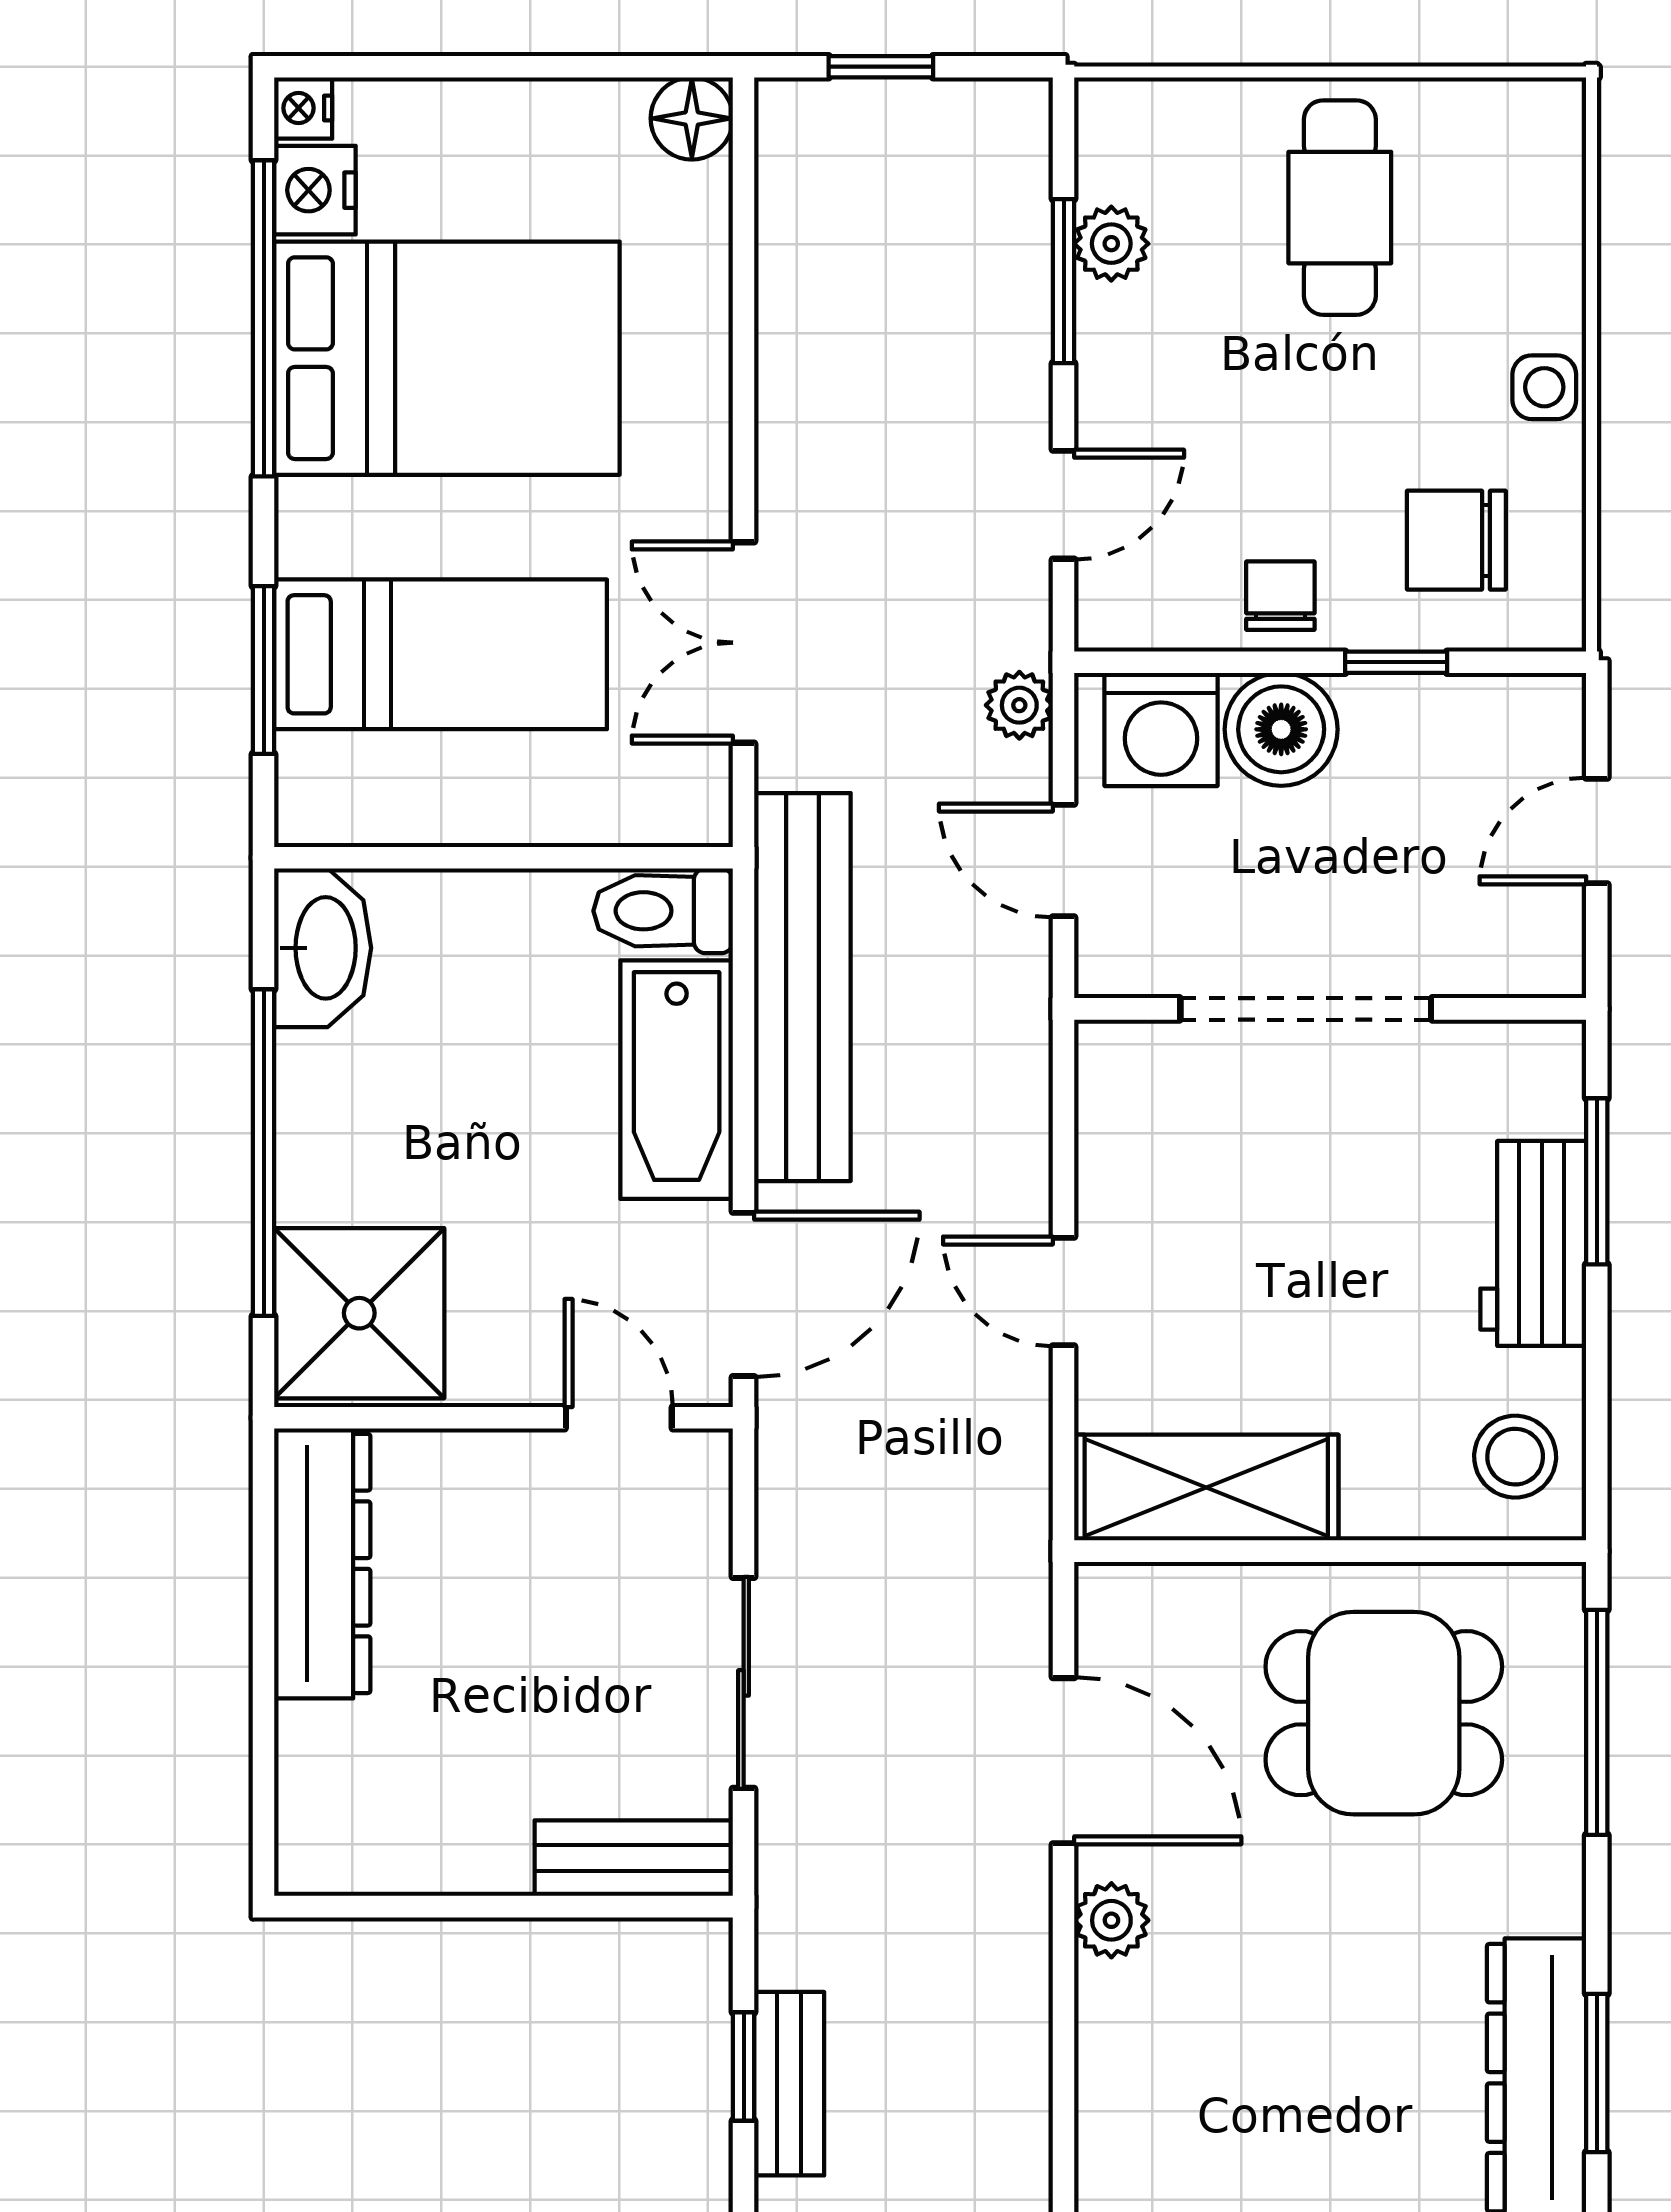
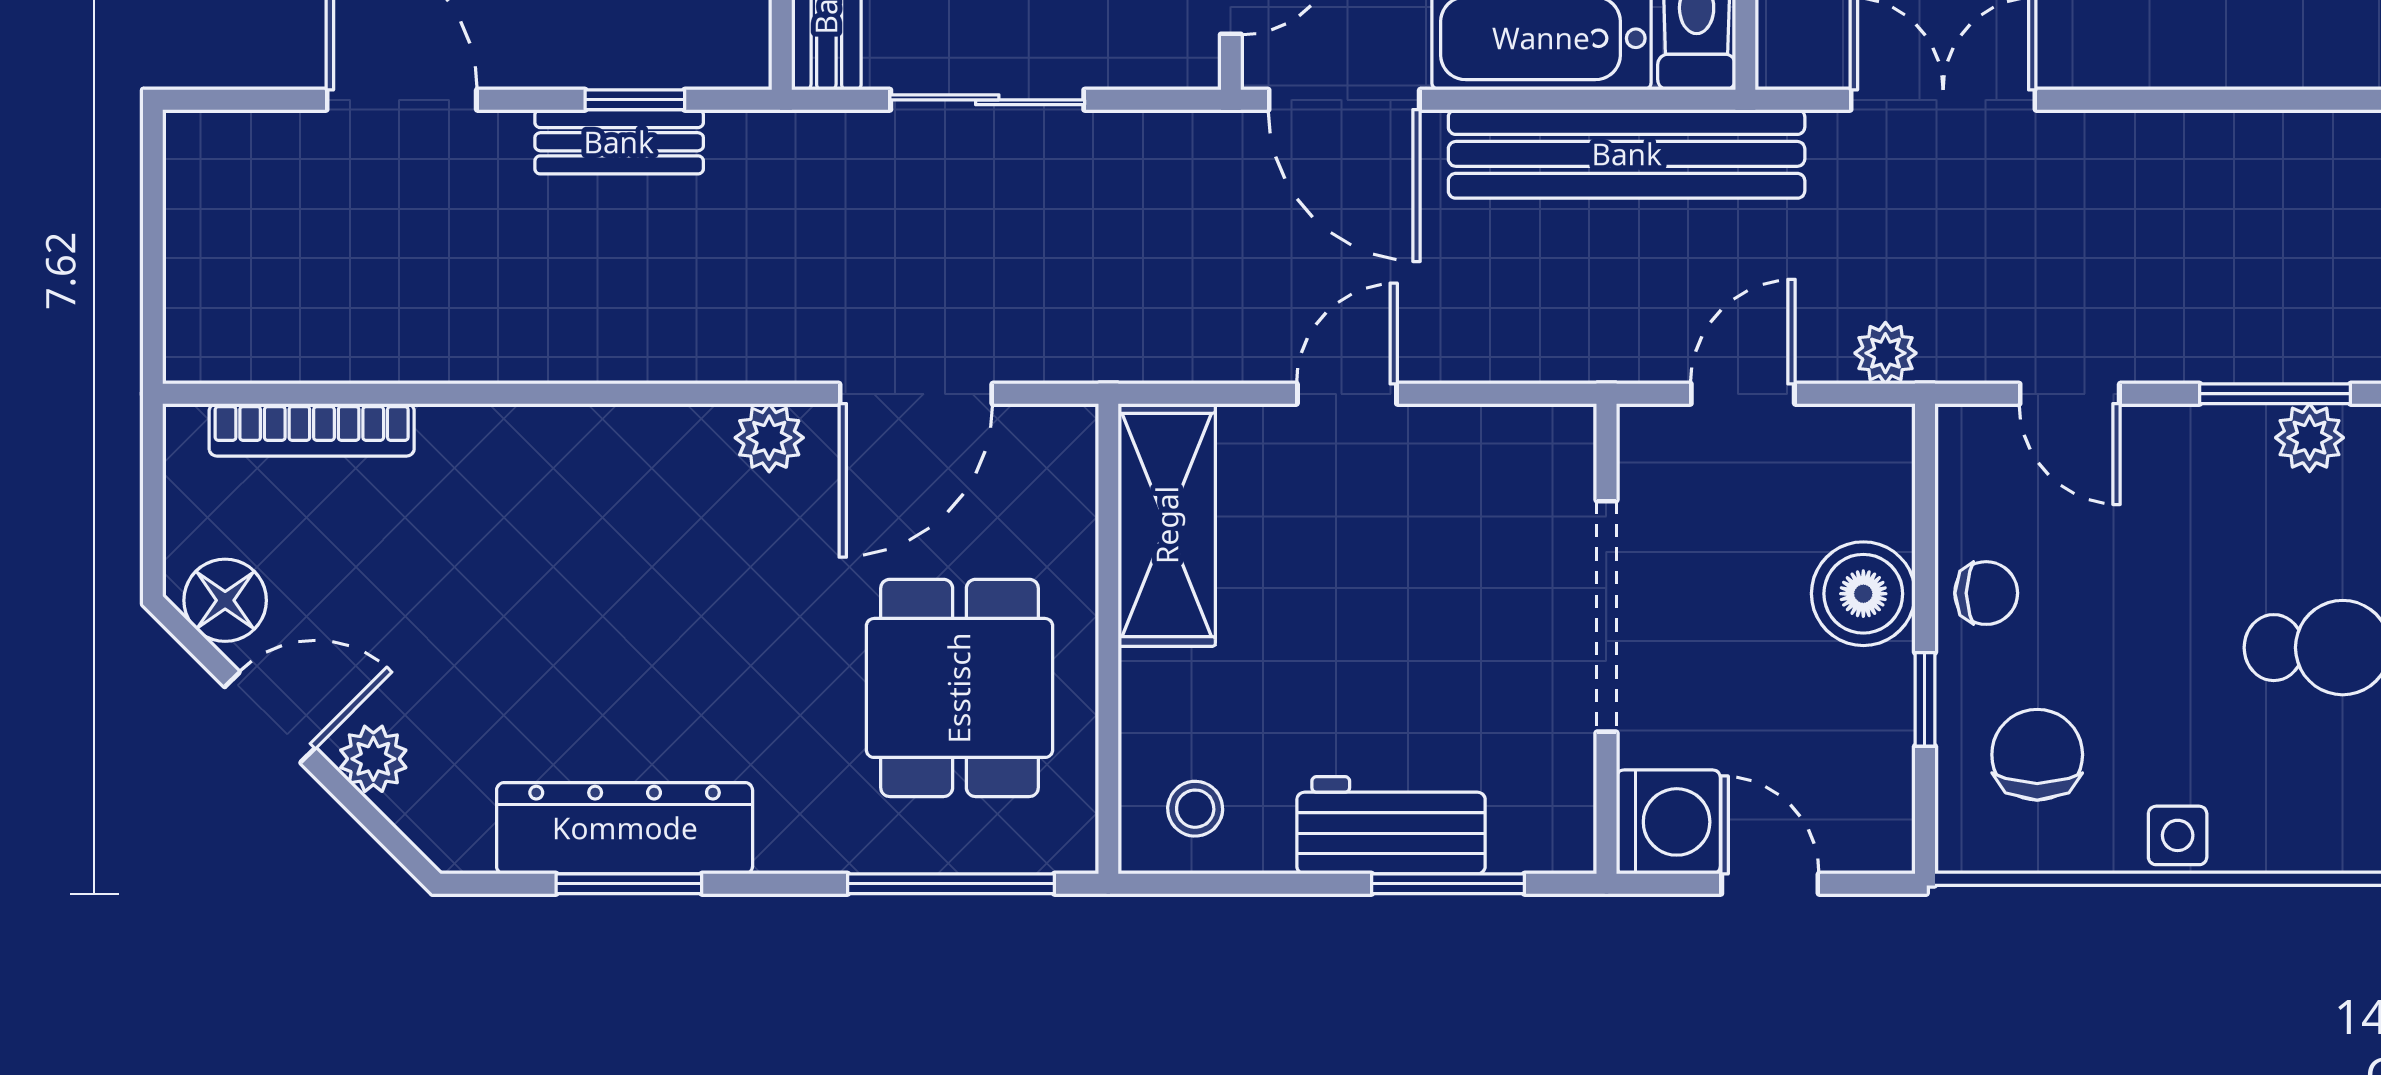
washing machine: (1161, 729) -> (1668, 822), moved, turned 180
stool: (1515, 1457) -> (1195, 809), width x0.73, depth x0.73

